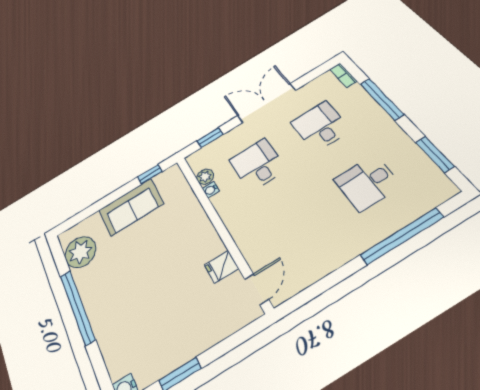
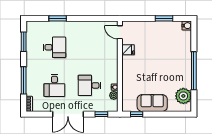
desk: (258, 165) -> (90, 85), turned 90
window: (402, 236) -> (58, 18), width x0.47
door: (257, 289) -> (120, 32), hinge flipped

